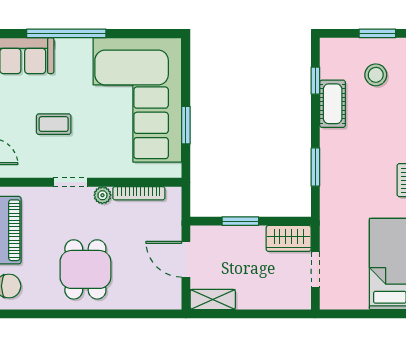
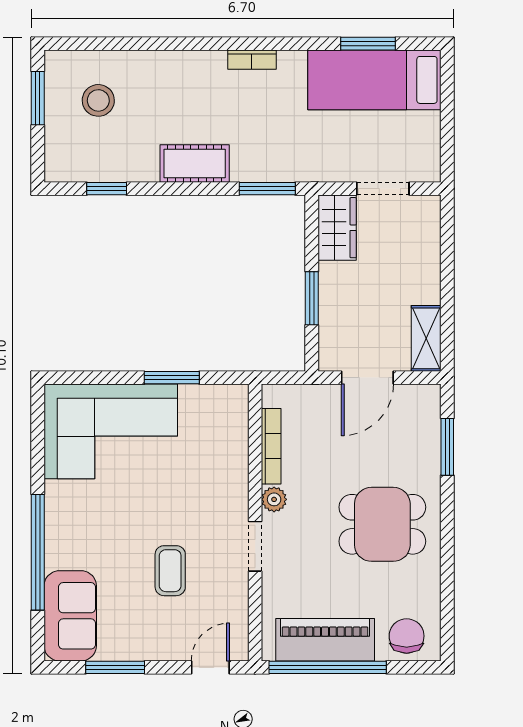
corner sofa: (137, 100) -> (111, 431), width x0.73, depth x0.74
cot: (333, 104) -> (195, 163), moved
window: (315, 167) -> (267, 189), moved
window: (139, 314) -> (447, 447), added

